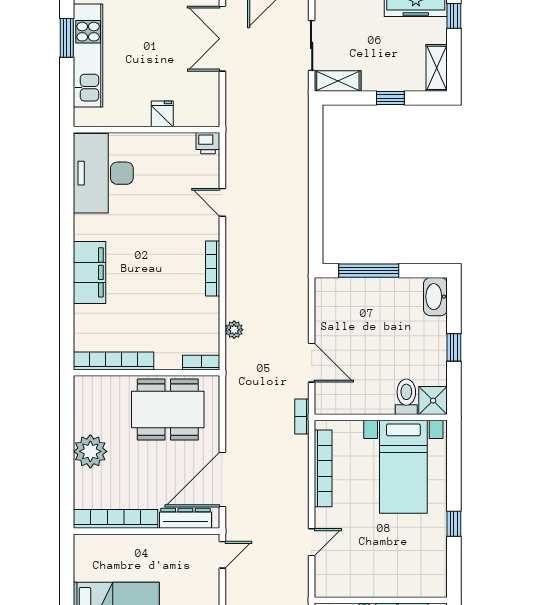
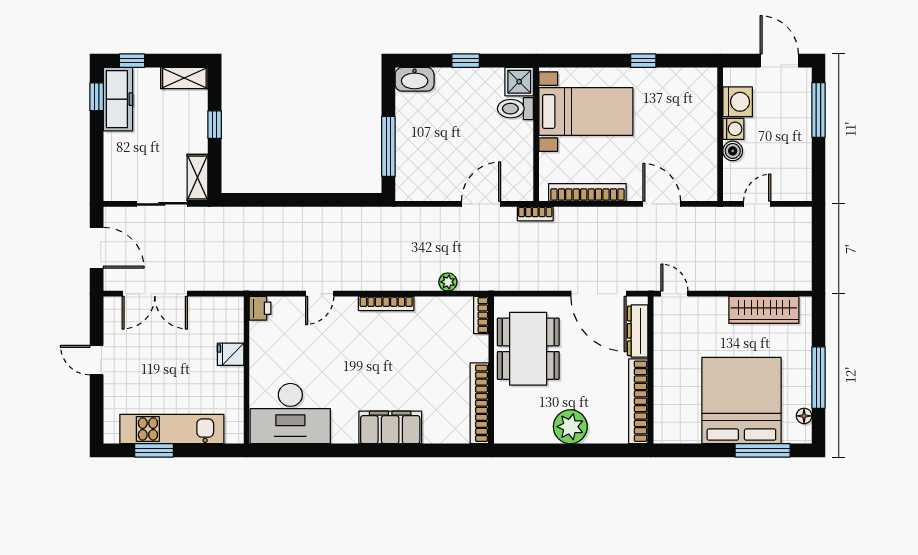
door: (312, 542) -> (662, 204), width x1.38

